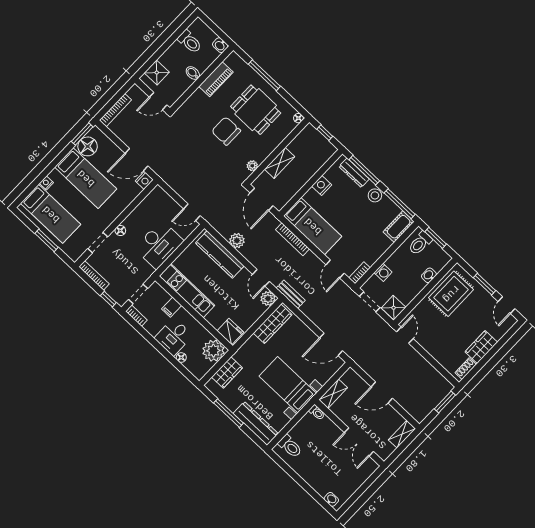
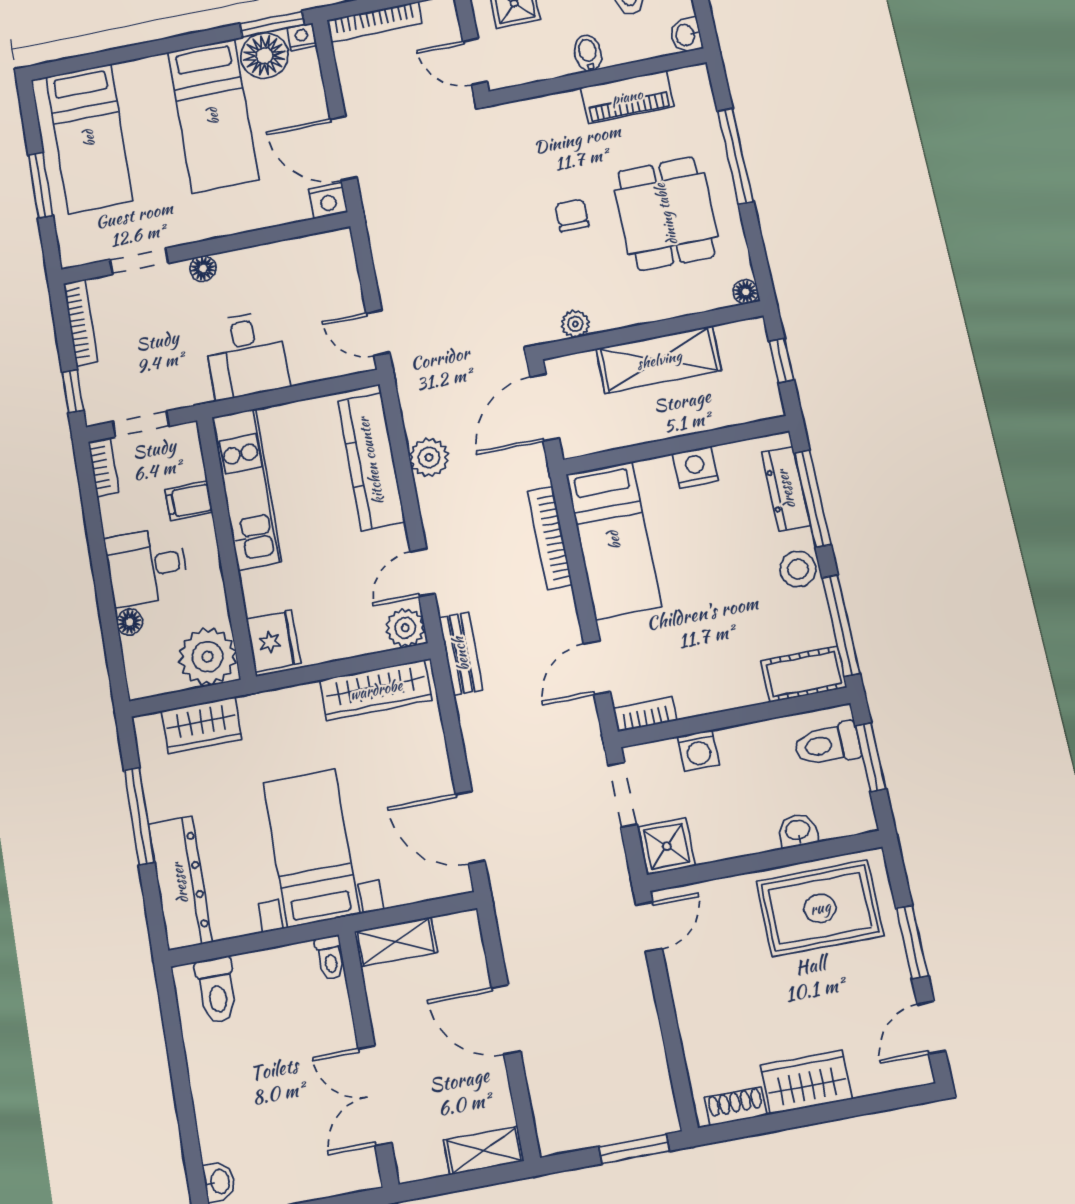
chair: (226, 131) -> (572, 215), width x0.54, depth x0.54
shelving: (280, 163) -> (659, 360), width x1.50, depth x1.33
nightstand: (46, 183) -> (302, 37), moved
desk: (159, 245) -> (246, 355), width x0.73

